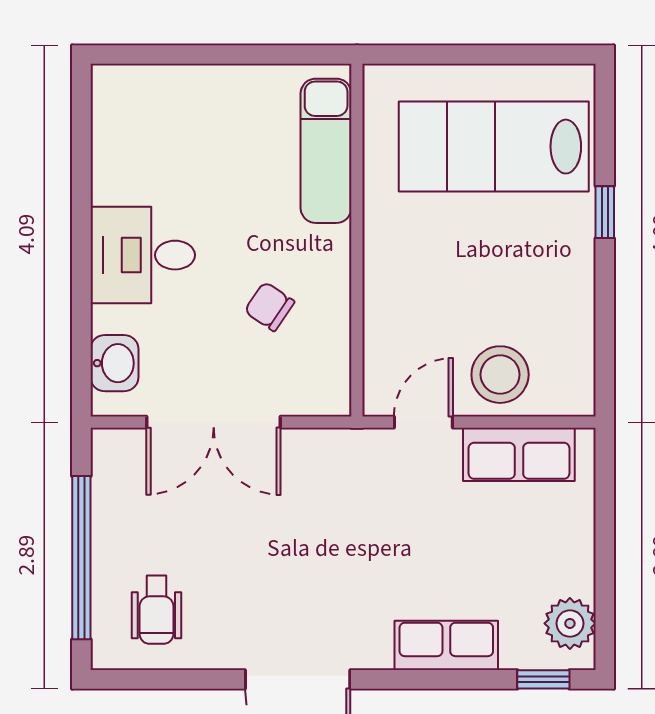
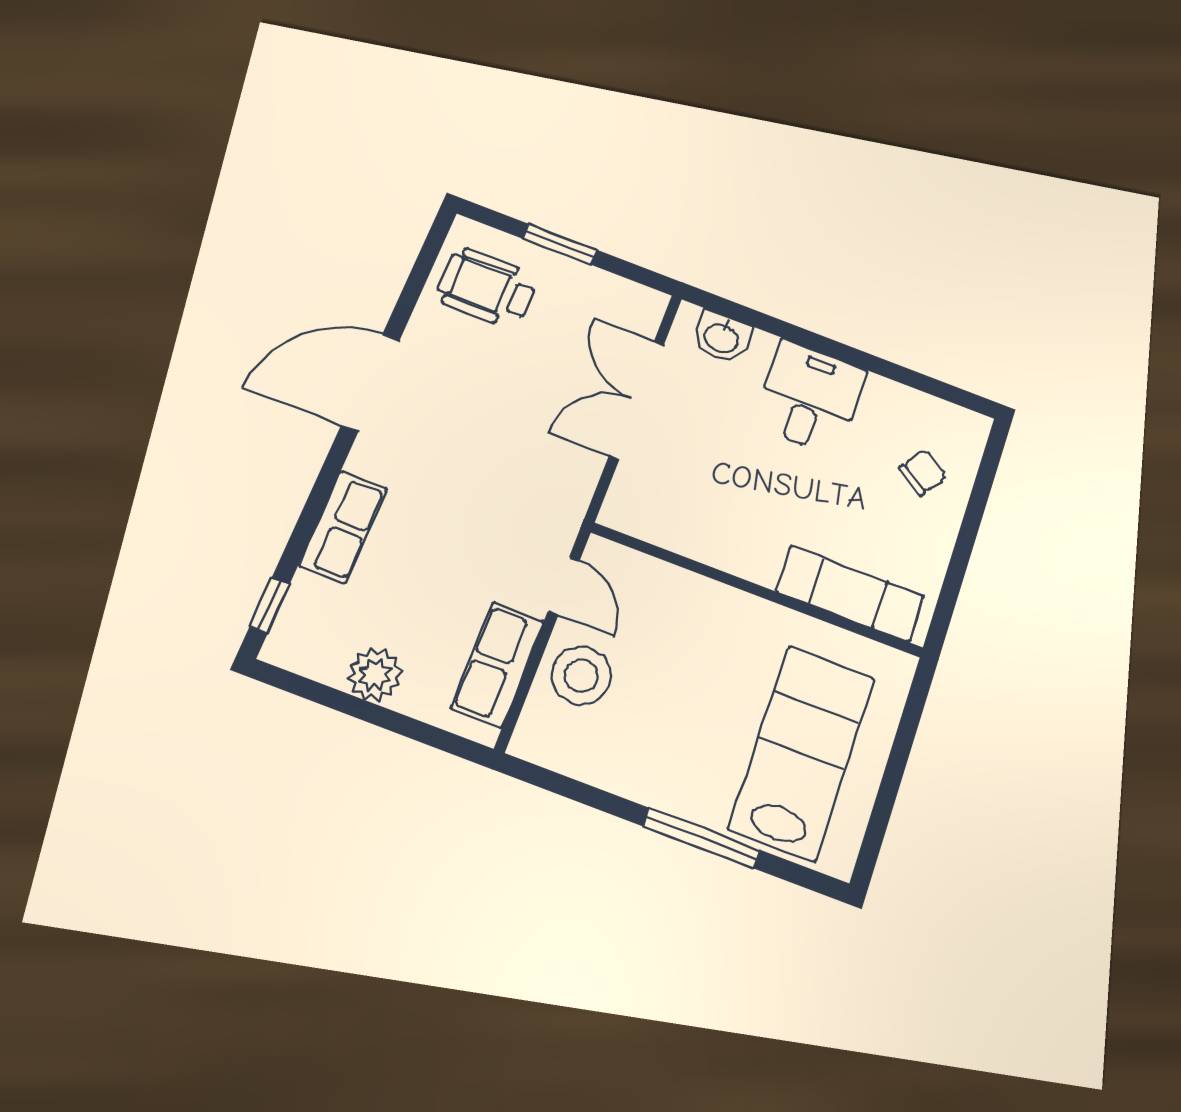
window: (605, 212) -> (701, 838), width x2.17
chair: (269, 306) -> (923, 472), moved
window: (81, 558) -> (560, 244), width x0.47
wheelchair: (156, 610) -> (487, 288), width x1.36, depth x1.37
plant: (570, 623) -> (375, 675), moved

